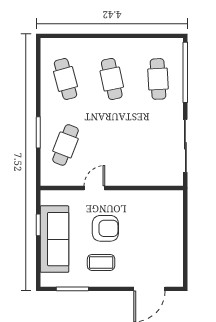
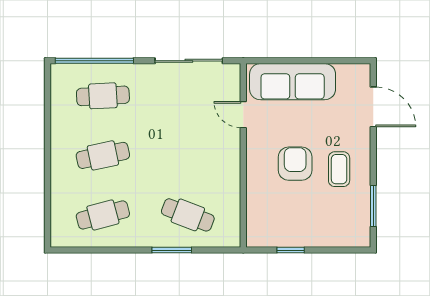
door: (94, 188) -> (243, 115), moved
sofa: (54, 239) -> (293, 82), moved, turned 180

